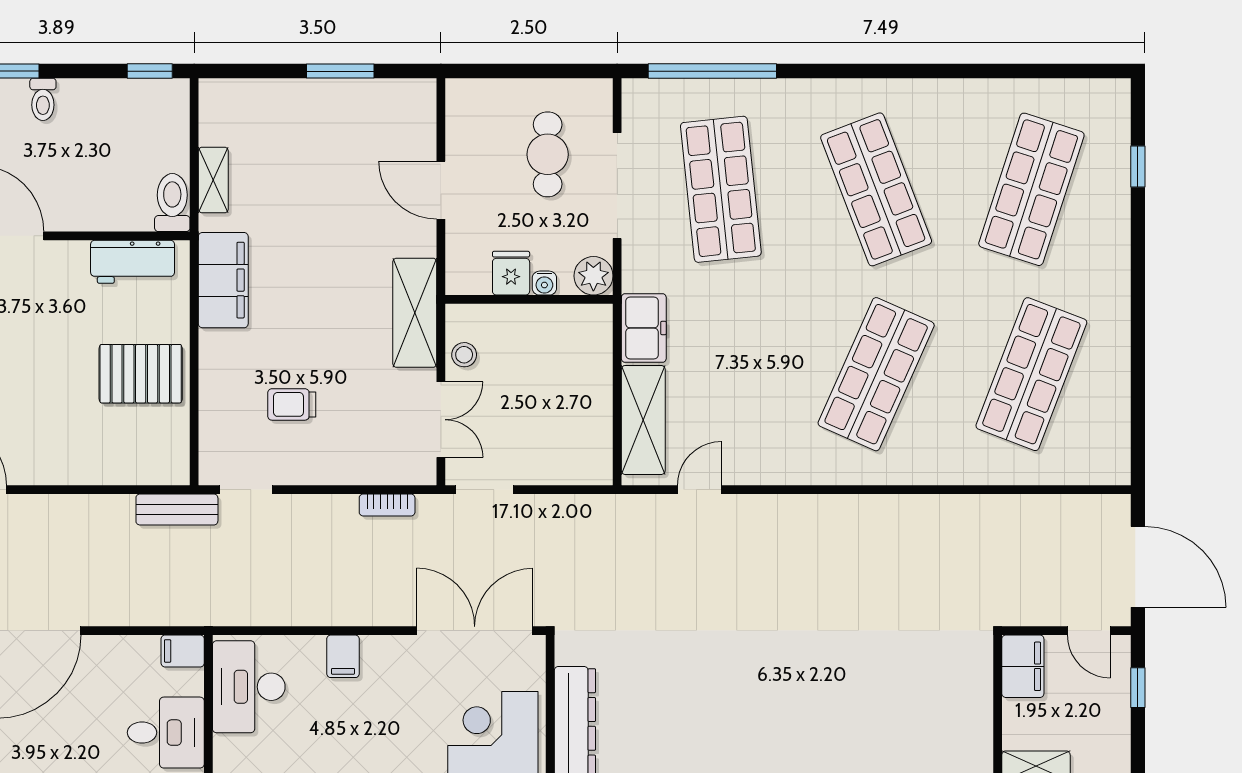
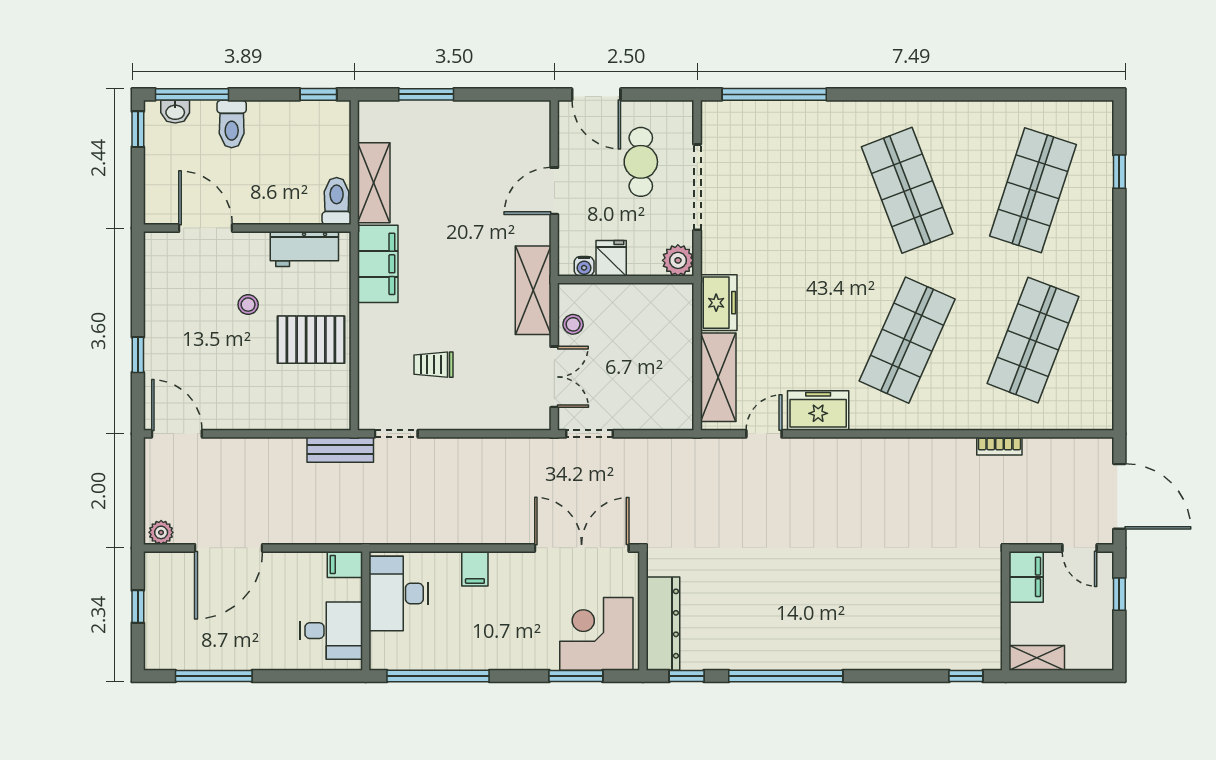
window: (340, 71) -> (426, 94), moved
door: (493, 71) -> (596, 94), added
toilet: (43, 99) -> (232, 124), width x1.37, depth x1.39
shelving: (213, 180) -> (374, 183), width x1.50, depth x1.33
shop shelf: (721, 189) -> (781, 190), removed
door: (441, 190) -> (554, 191), hinge flipped
water cooler: (544, 283) -> (584, 266), moved
stool: (63, 330) -> (248, 305), added
freezer: (766, 461) -> (818, 410), added
bookcase: (387, 505) -> (999, 446), moved

